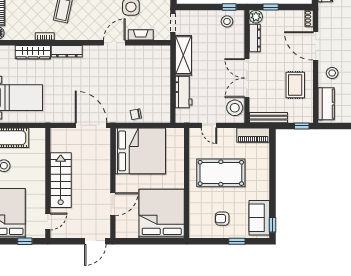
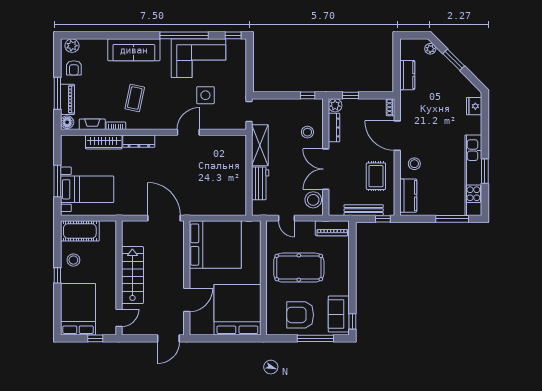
stool: (227, 21) -> (307, 132), moved
fireplace: (141, 35) -> (92, 124), moved
chair: (136, 114) -> (211, 207), removed
bench: (268, 118) -> (364, 210), moved
armchair: (222, 219) -> (300, 315), width x1.88, depth x1.88
window: (237, 241) -> (315, 338), width x2.17

